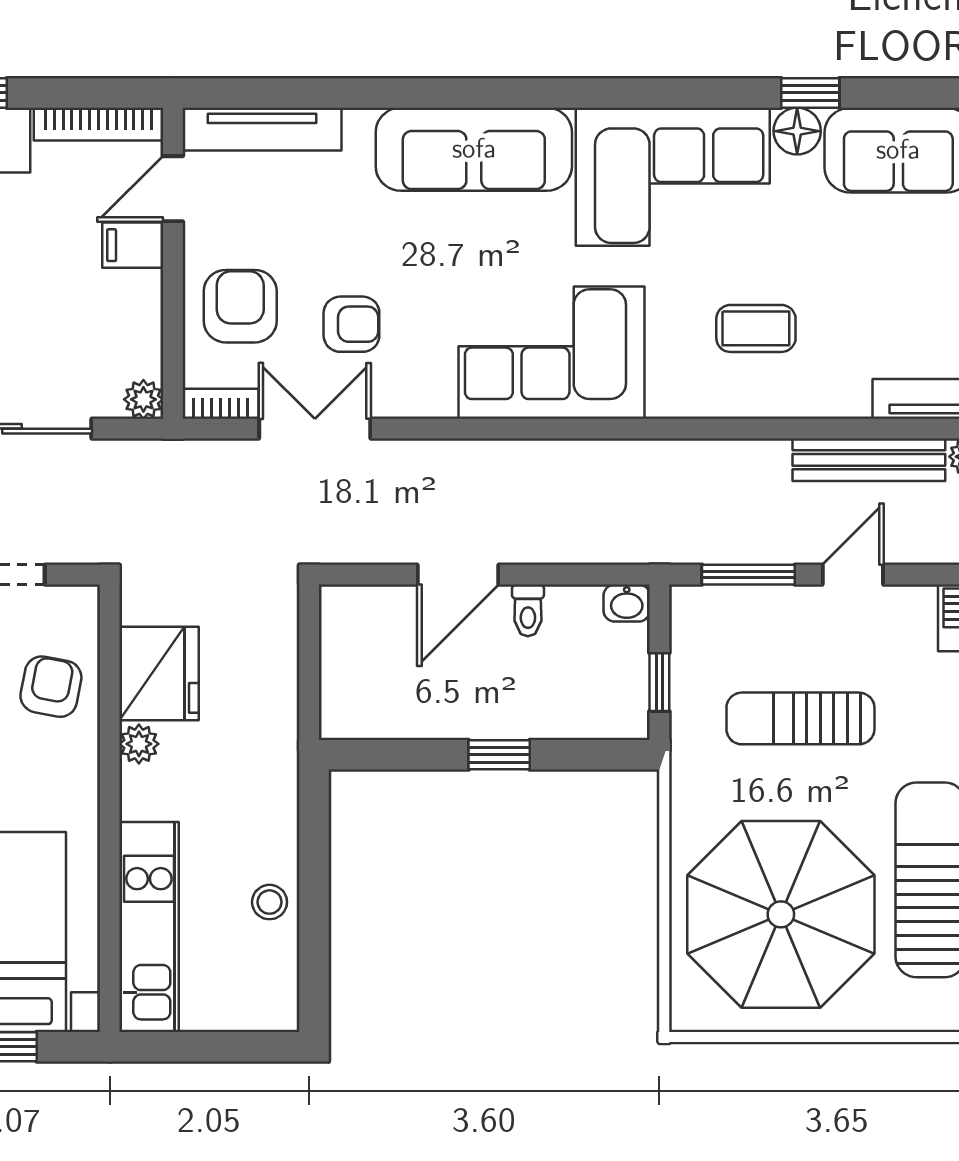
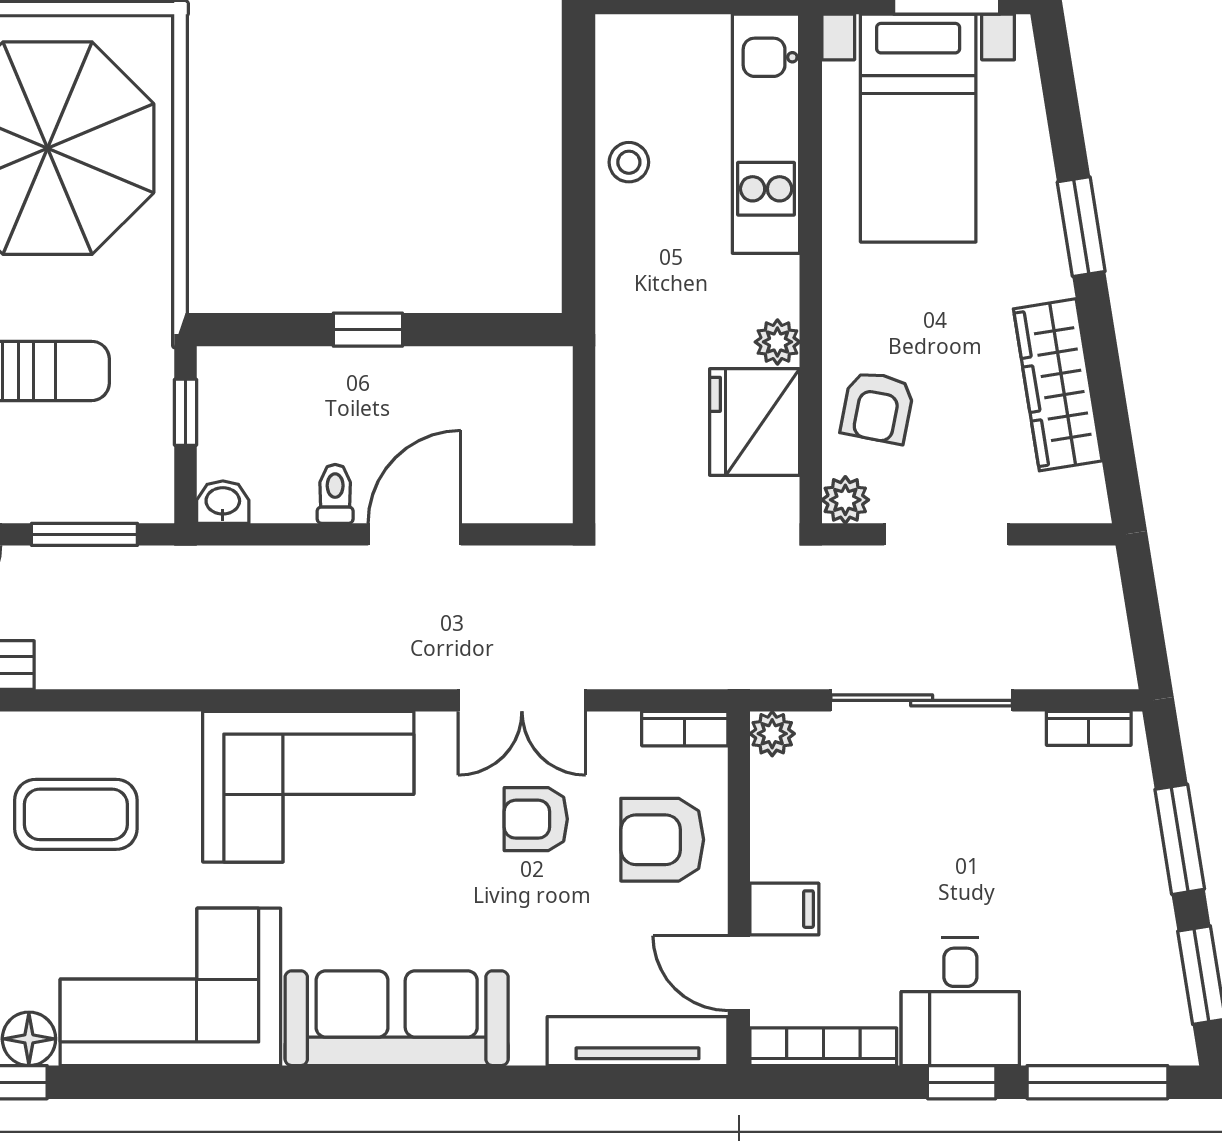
door: (173, 189) -> (739, 973), swing flipped
armchair: (240, 306) -> (662, 840), turned 90
coffee table: (756, 328) -> (76, 814), width x1.36, depth x1.30
double door: (315, 429) -> (522, 700), moved
plant: (79, 605) -> (845, 500), added

